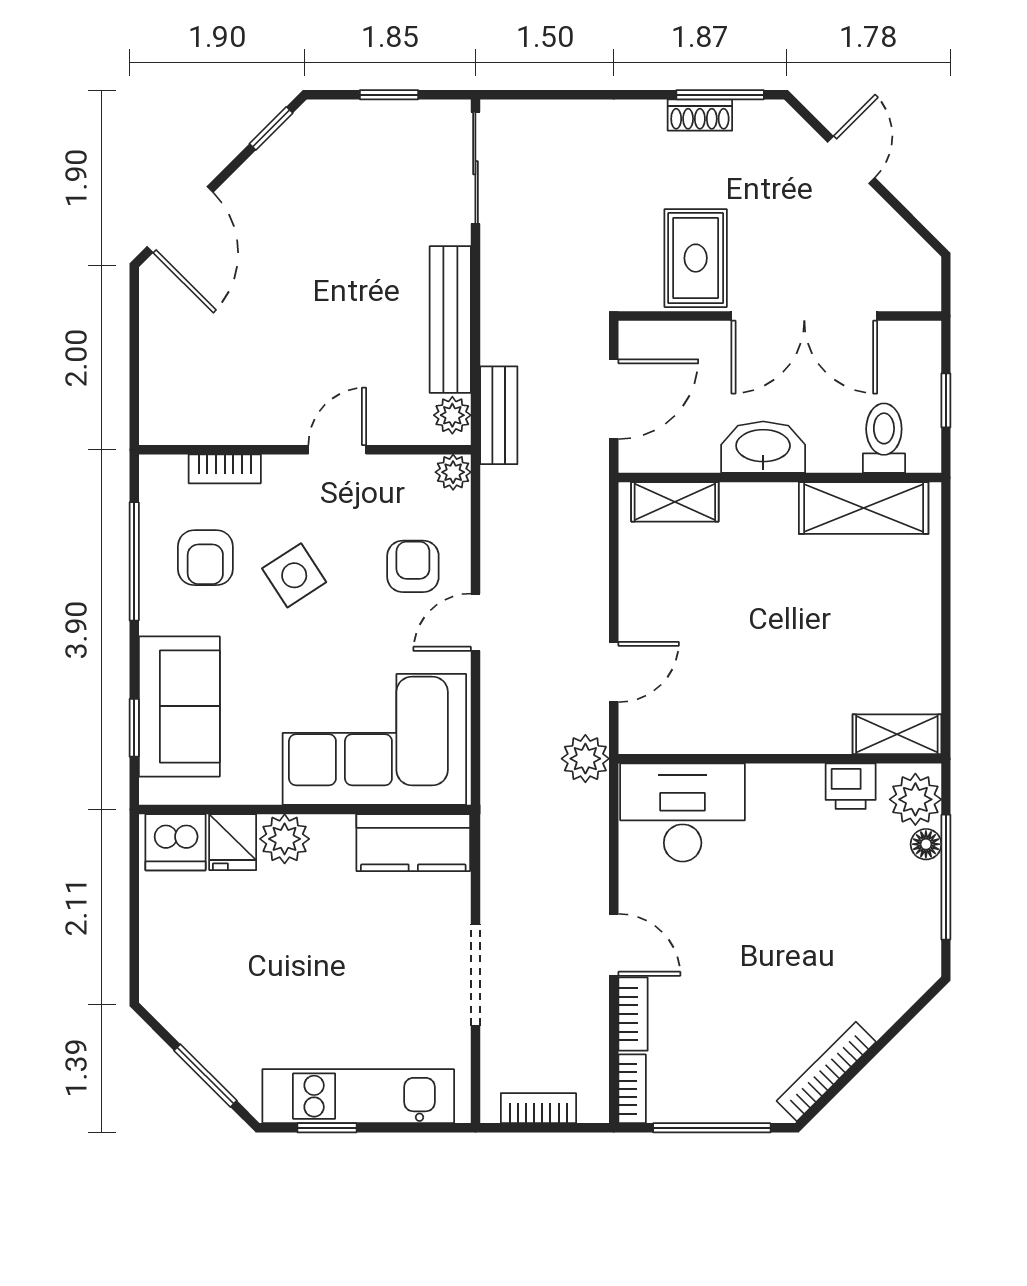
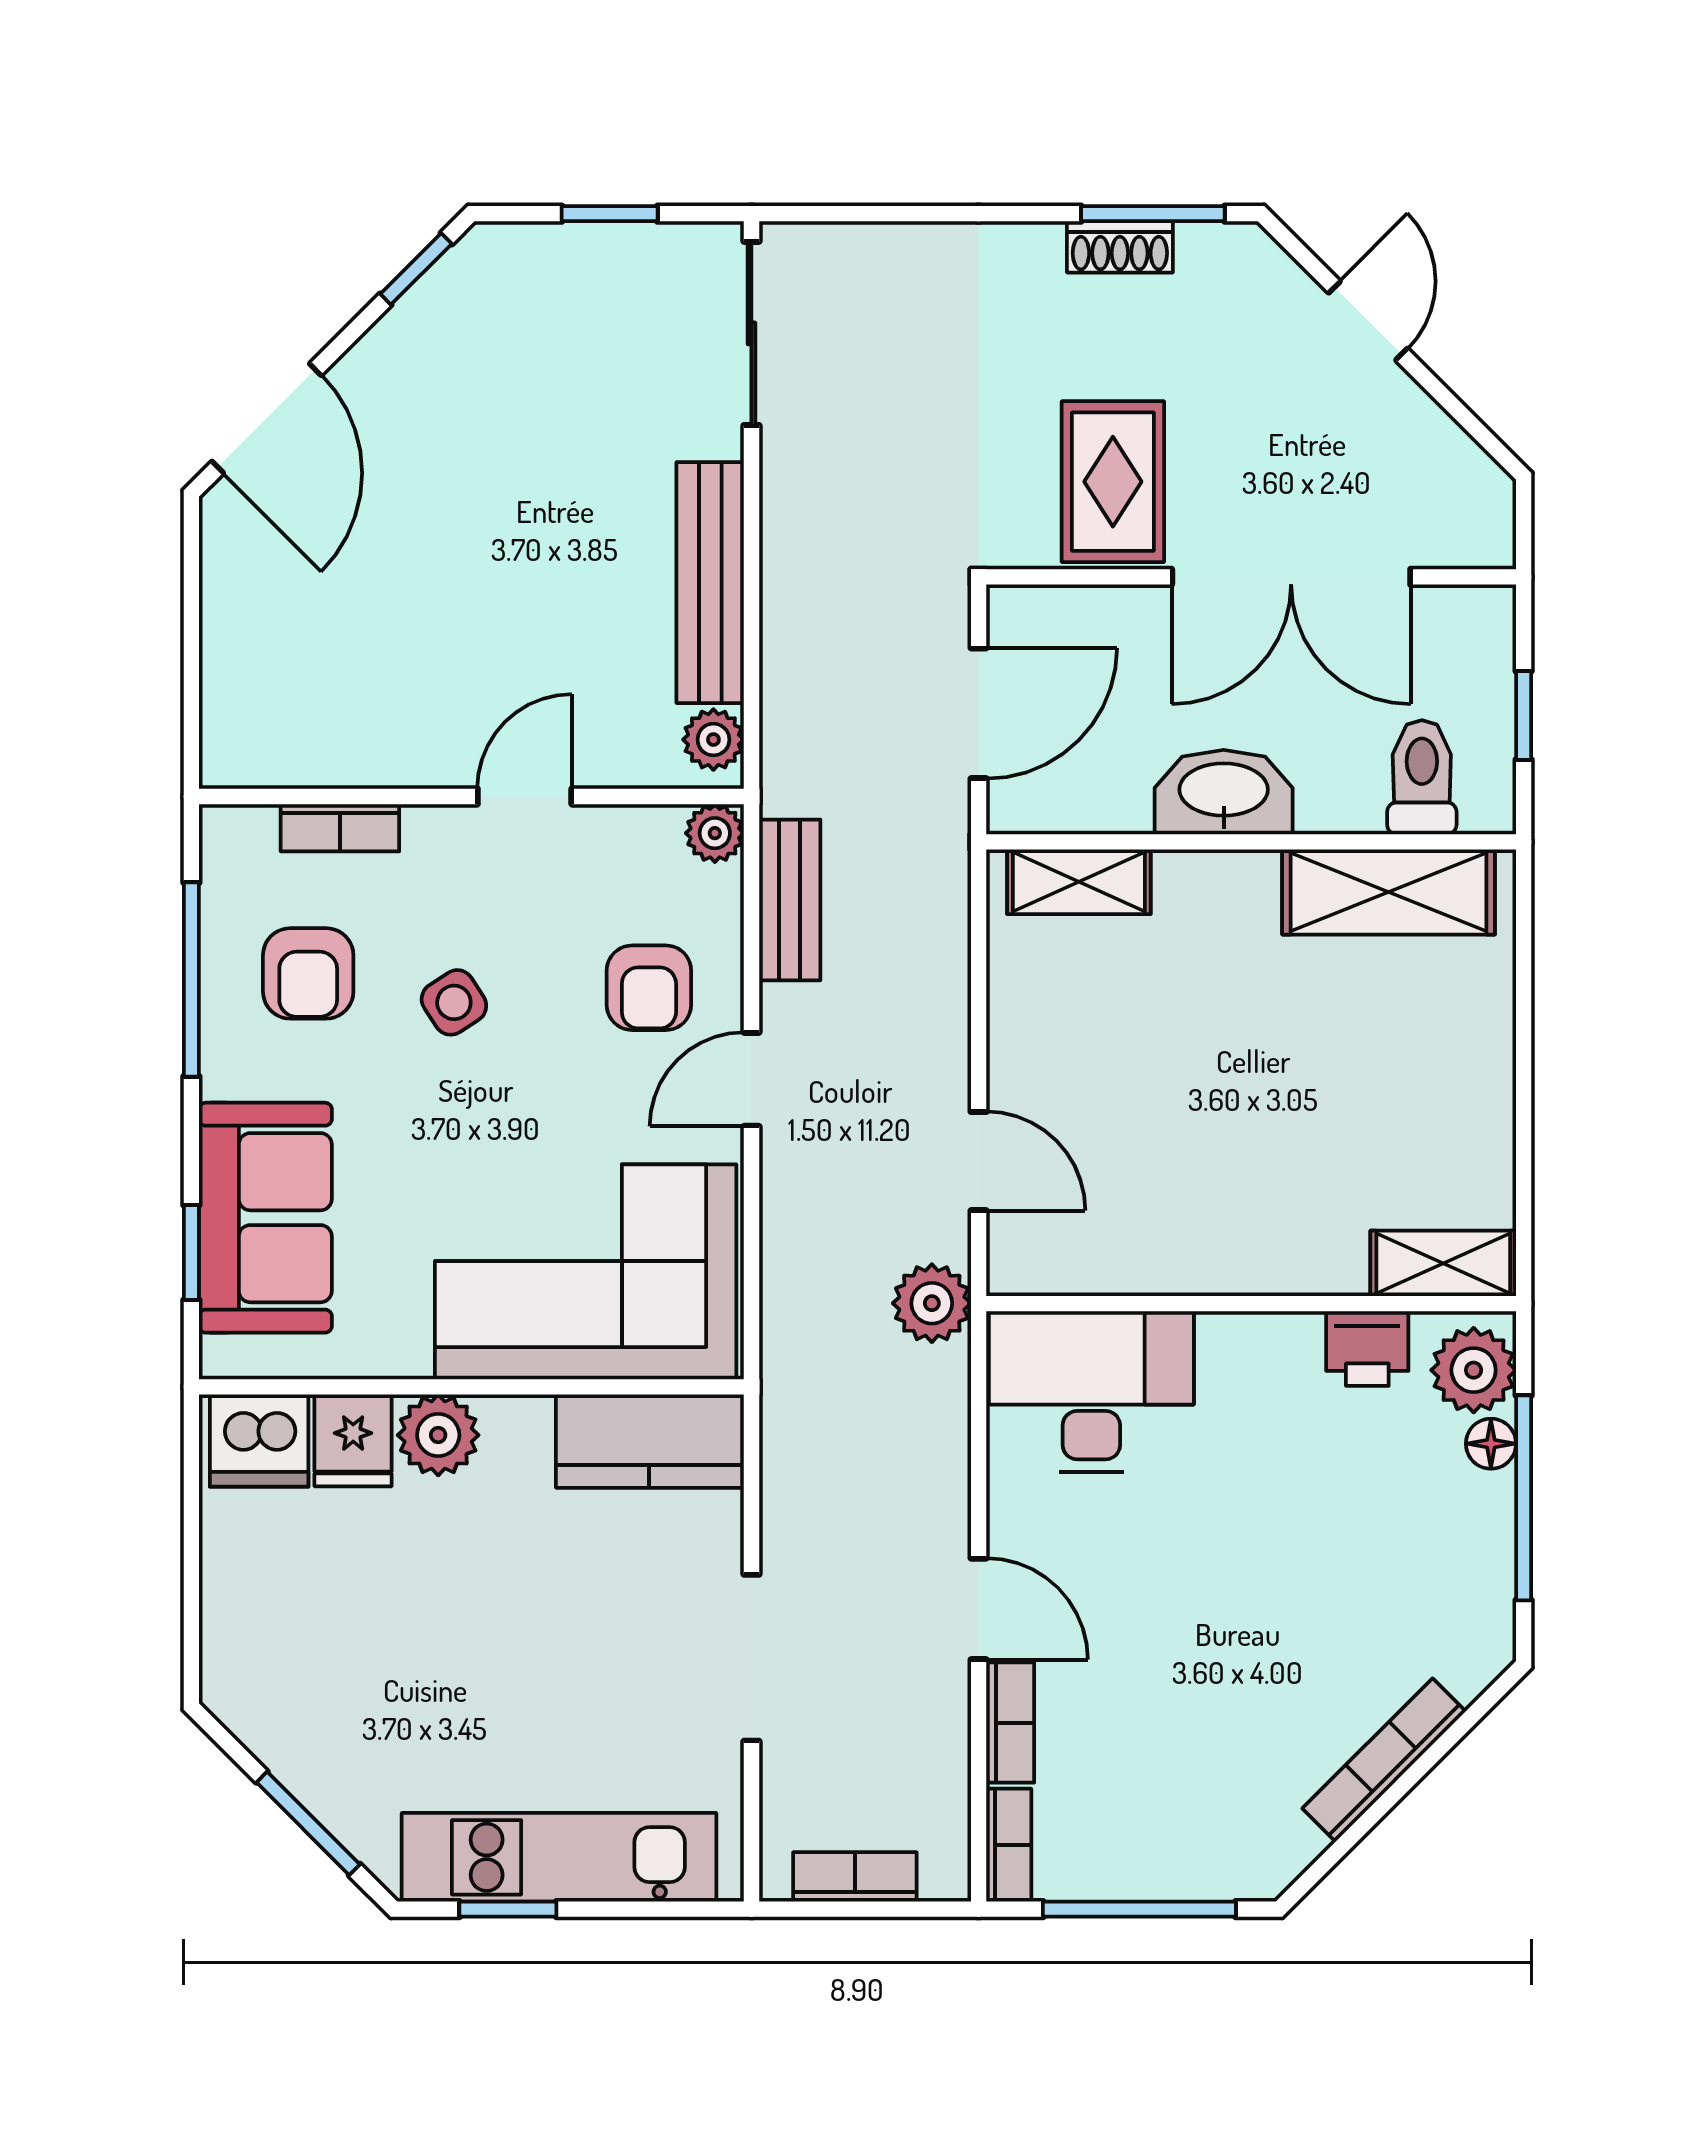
bench: (499, 415) -> (790, 900), moved
armchair: (413, 566) -> (649, 988), turned 180
side table: (294, 575) -> (454, 1002), width x0.73, depth x0.73
door: (614, 672) -> (979, 1161), hinge flipped
bookcase: (826, 1071) -> (1384, 1760), moved

